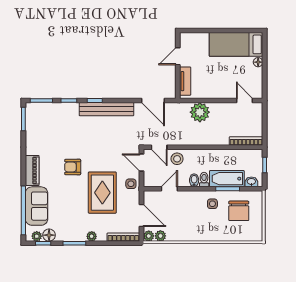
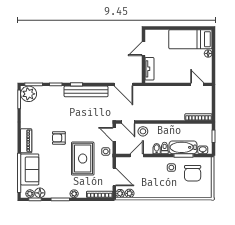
plant: (200, 112) -> (29, 94), moved

